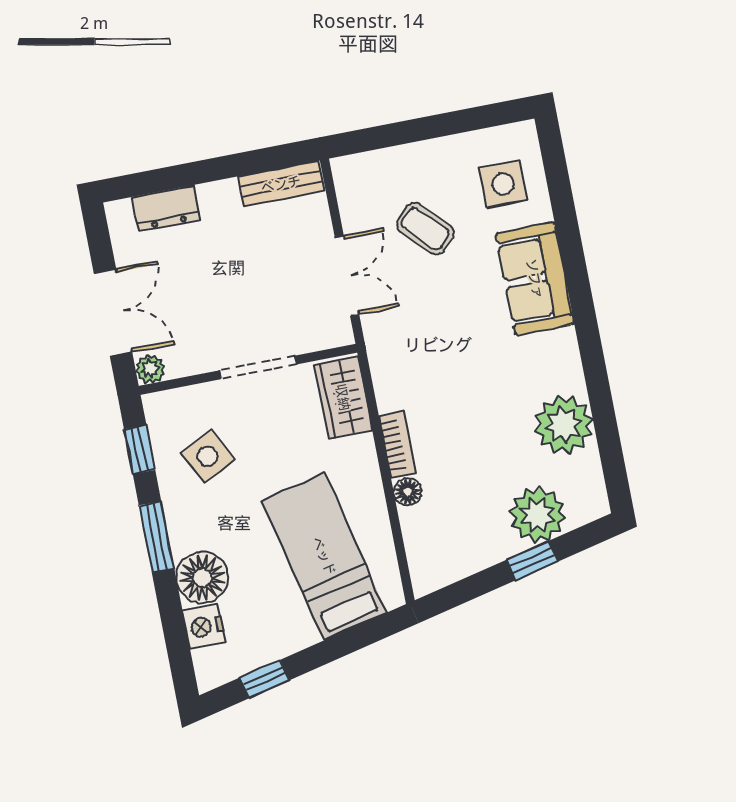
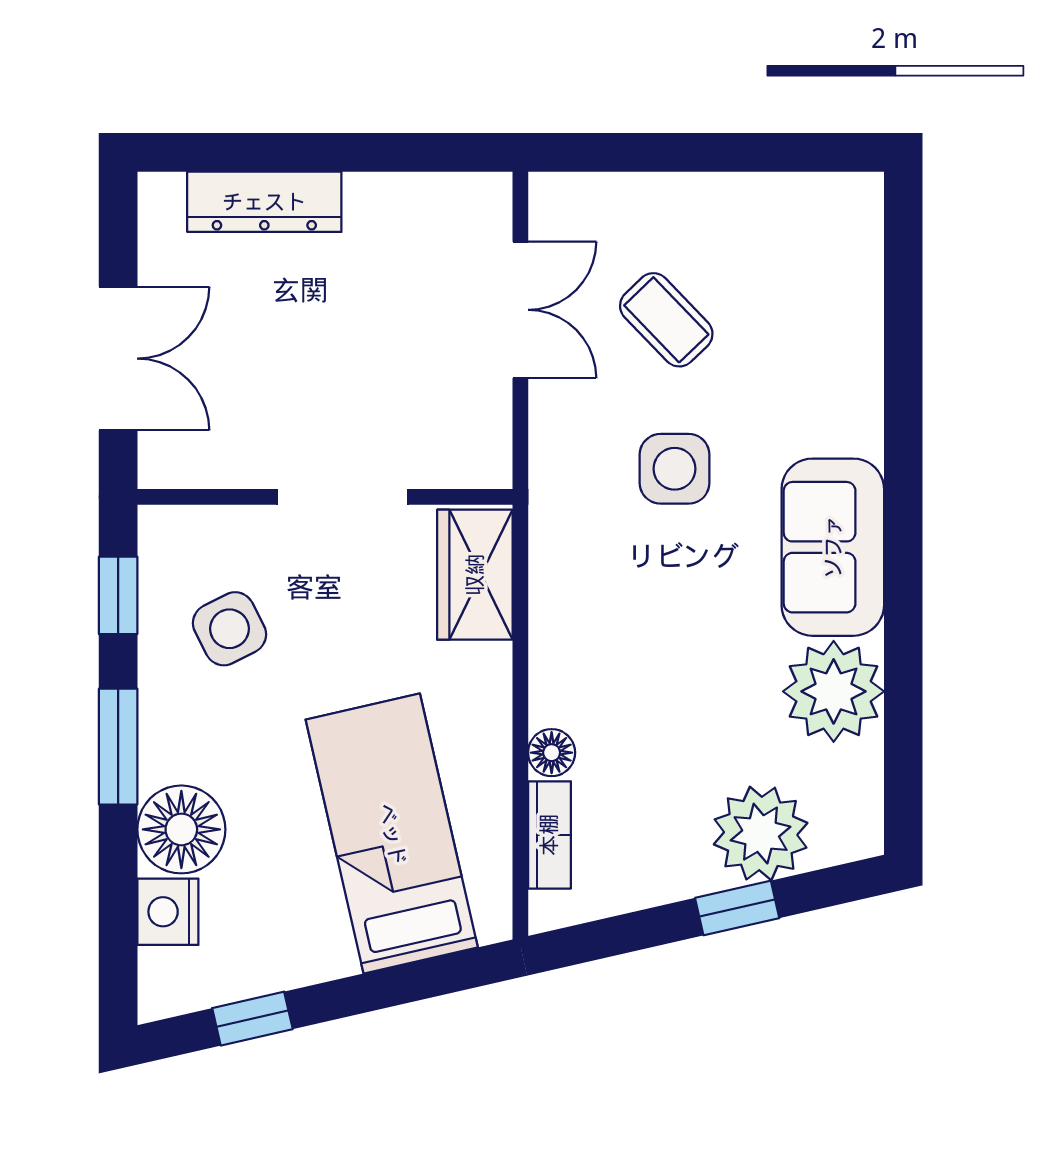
bench: (281, 184) -> (440, 198), removed
side table: (503, 184) -> (675, 469), moved
dresser: (166, 208) -> (264, 202), width x1.44
double door: (347, 276) -> (520, 310), moved
sofa: (535, 279) -> (833, 547), moved
plant: (150, 369) -> (162, 465), removed
bookcase: (397, 444) -> (549, 835), moved

